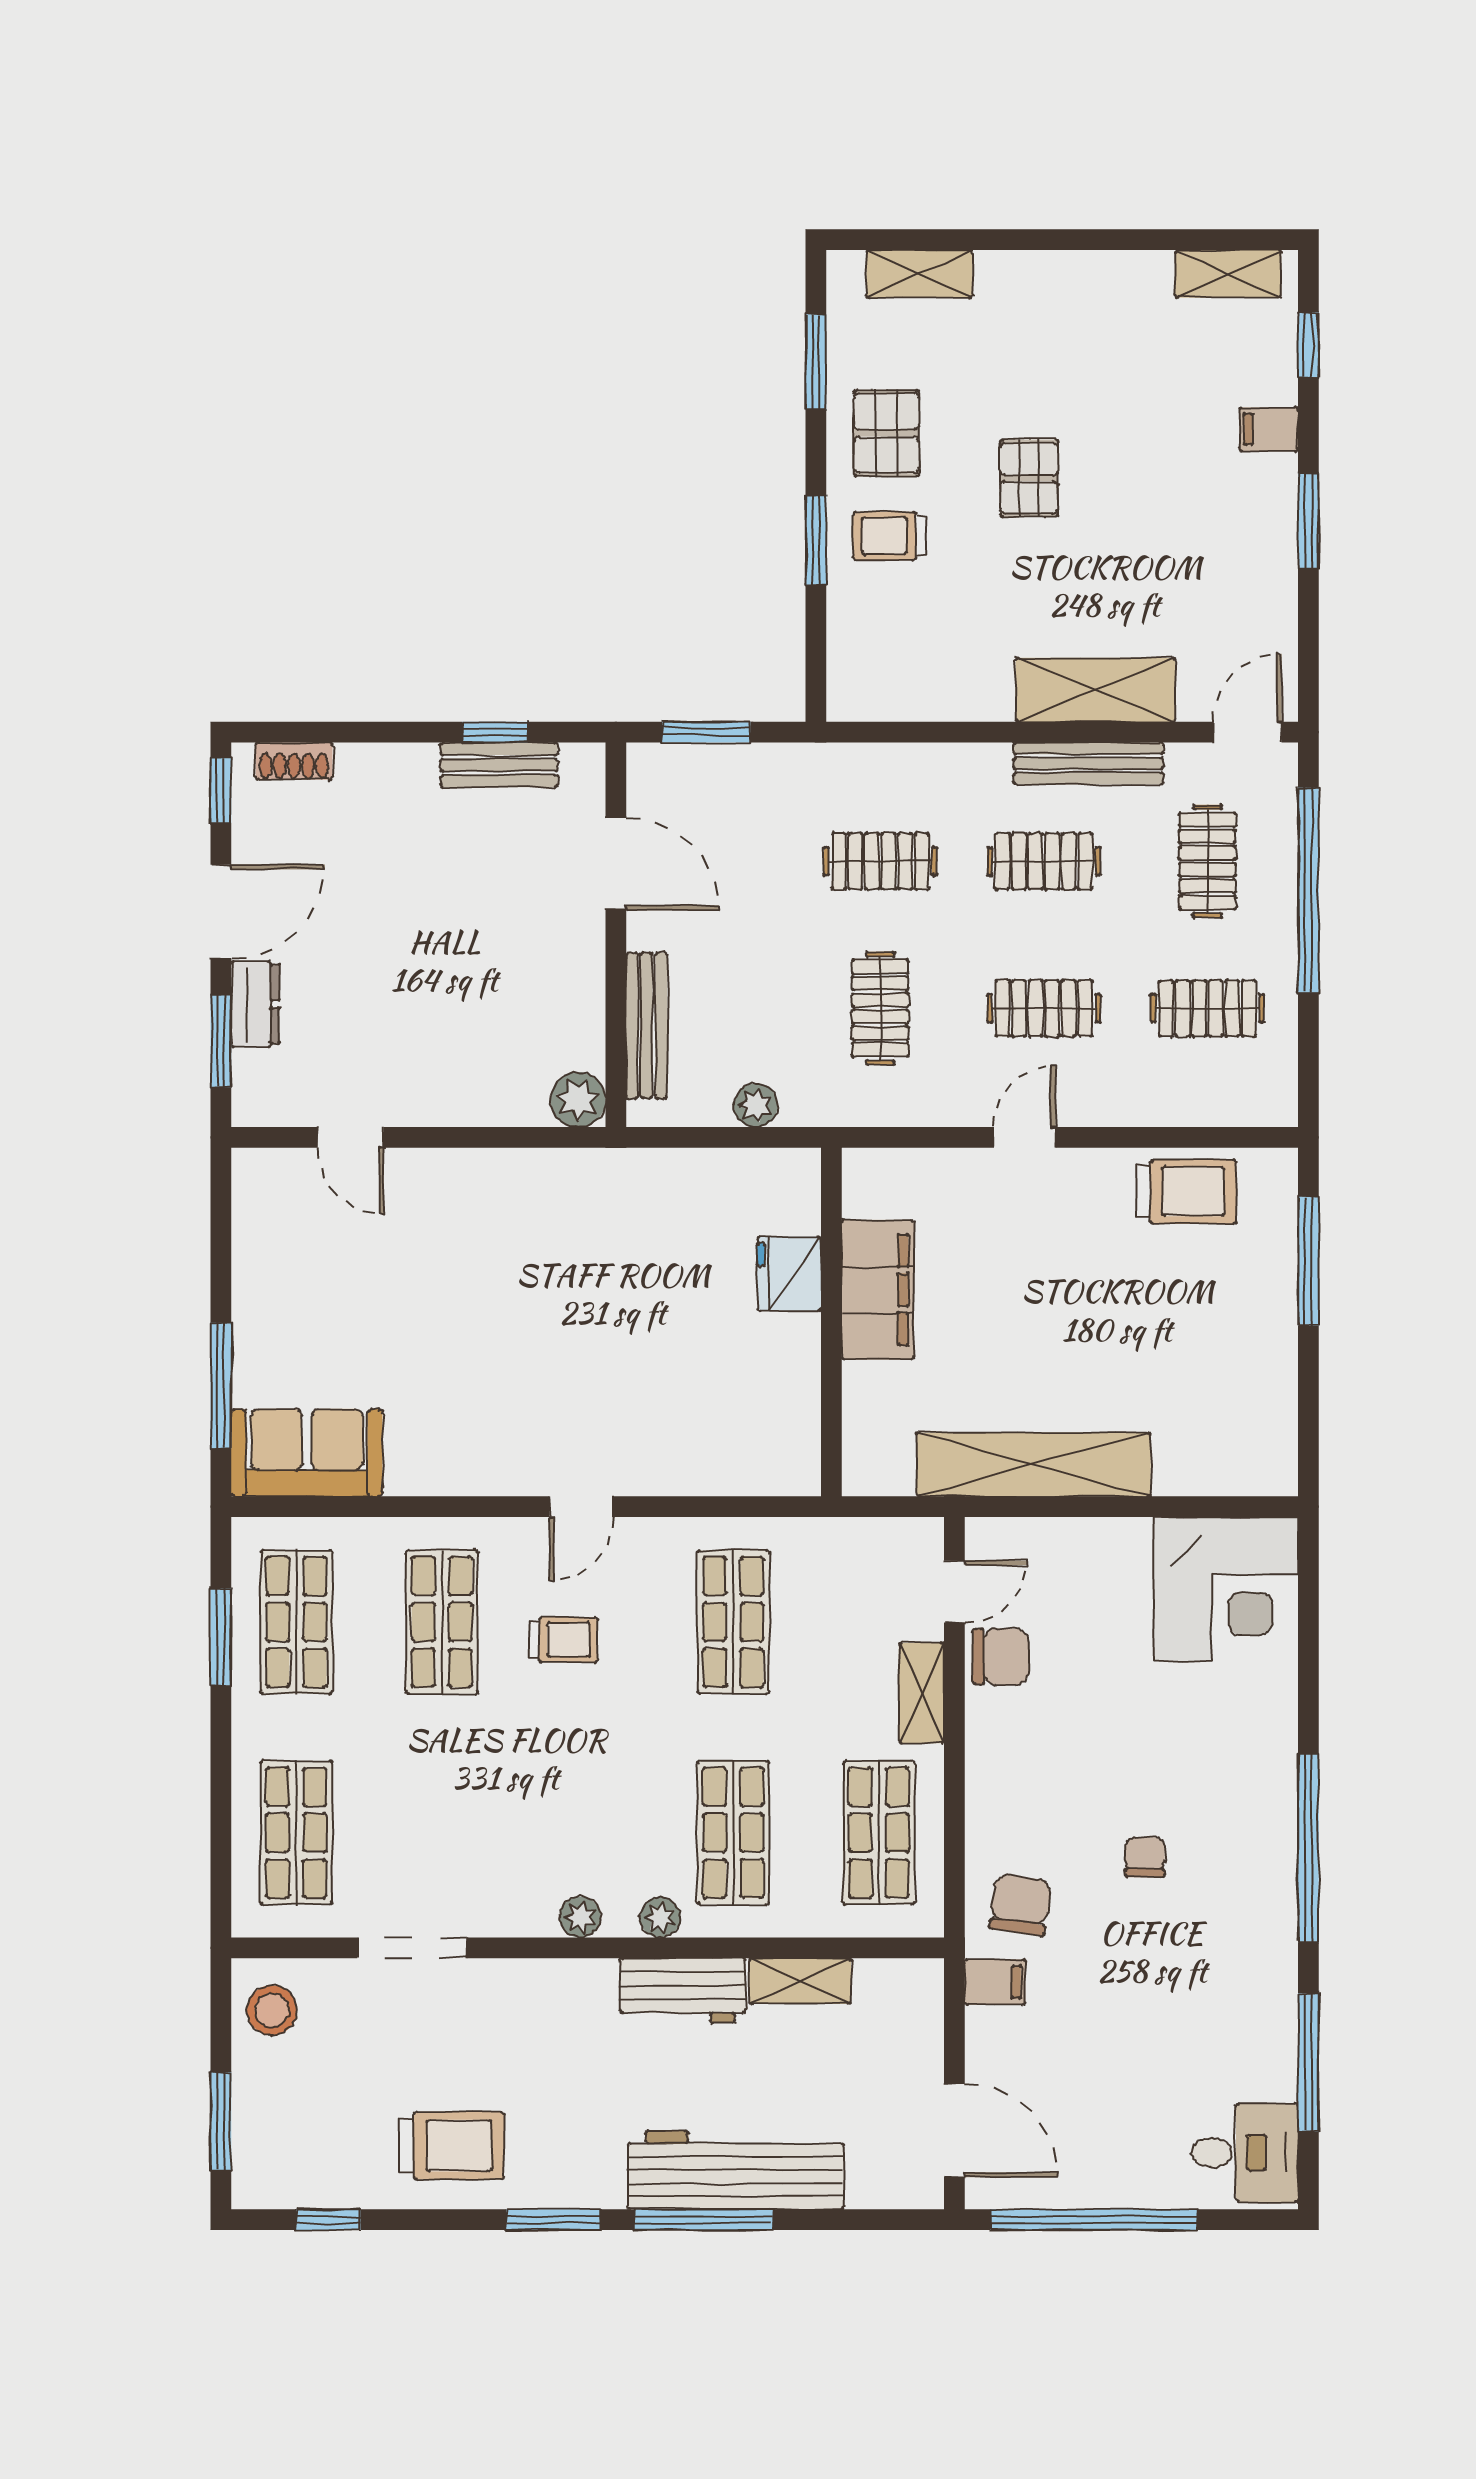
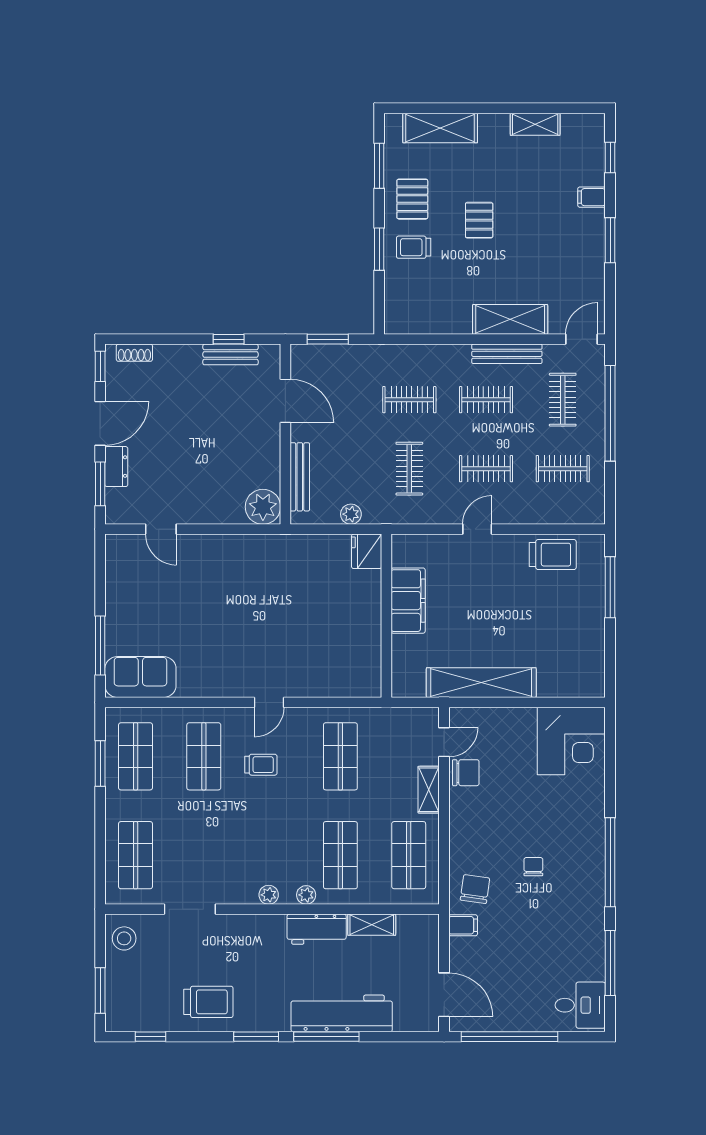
shelving: (919, 274) -> (440, 128), width x1.50, depth x1.33
shelving: (1228, 274) -> (535, 124), moved
plant: (578, 1100) -> (263, 507), width x1.36, depth x1.36
fridge: (789, 1274) -> (367, 551), moved

